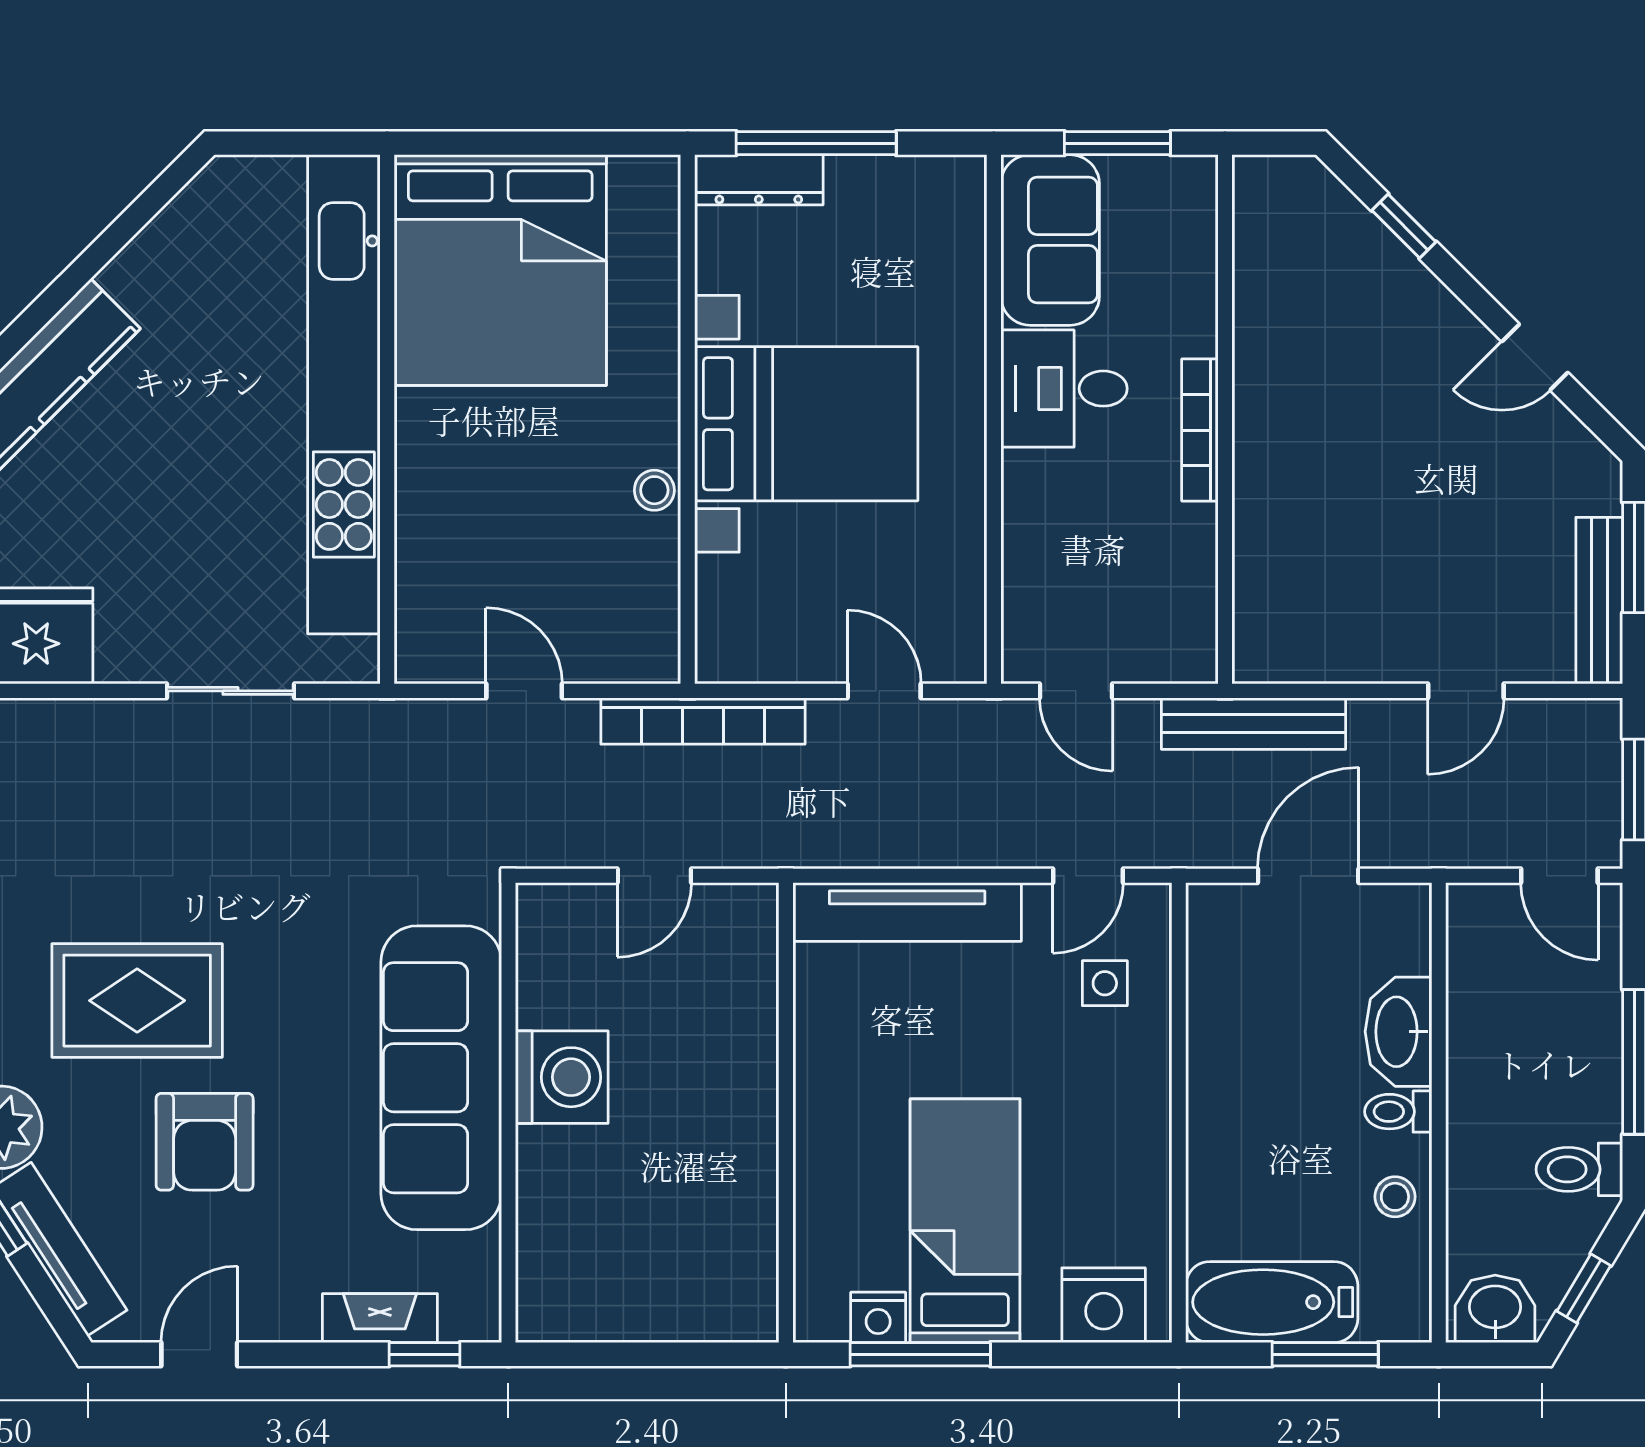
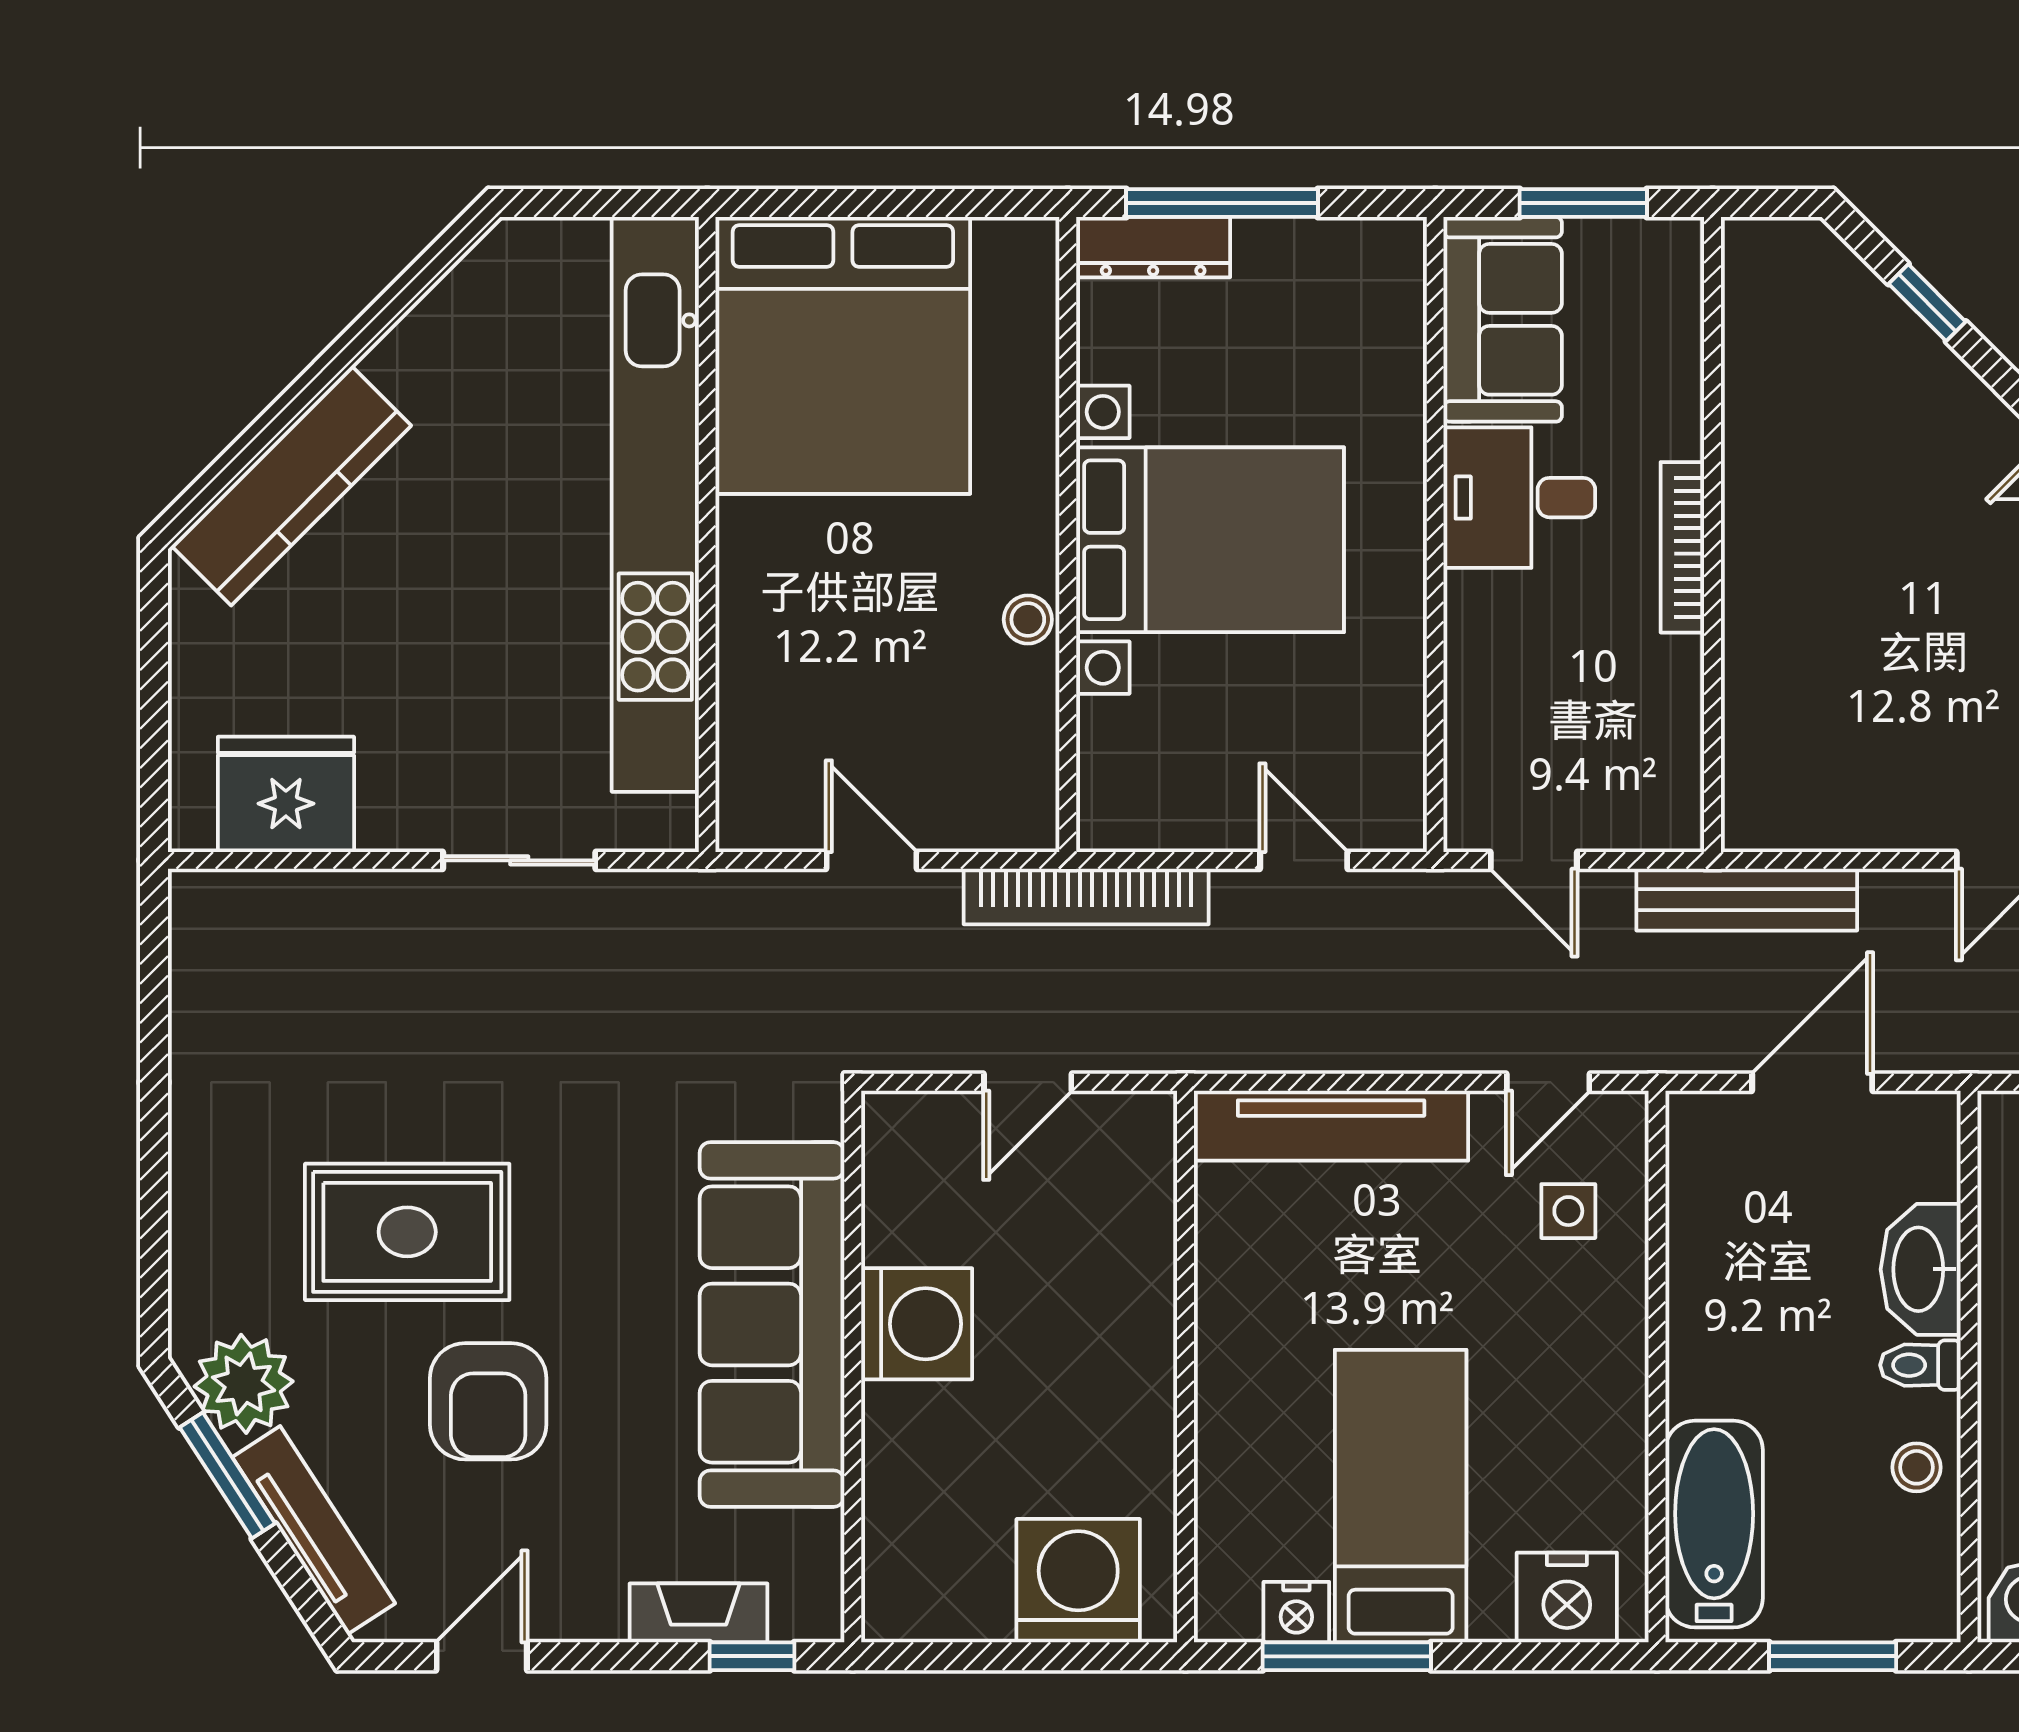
washing machine: (696, 1291) -> (1078, 1581), added
bathtub: (1272, 1302) -> (1714, 1524), moved, turned 90

